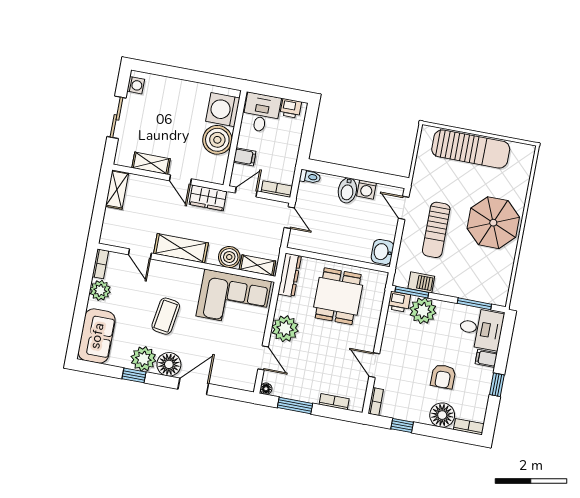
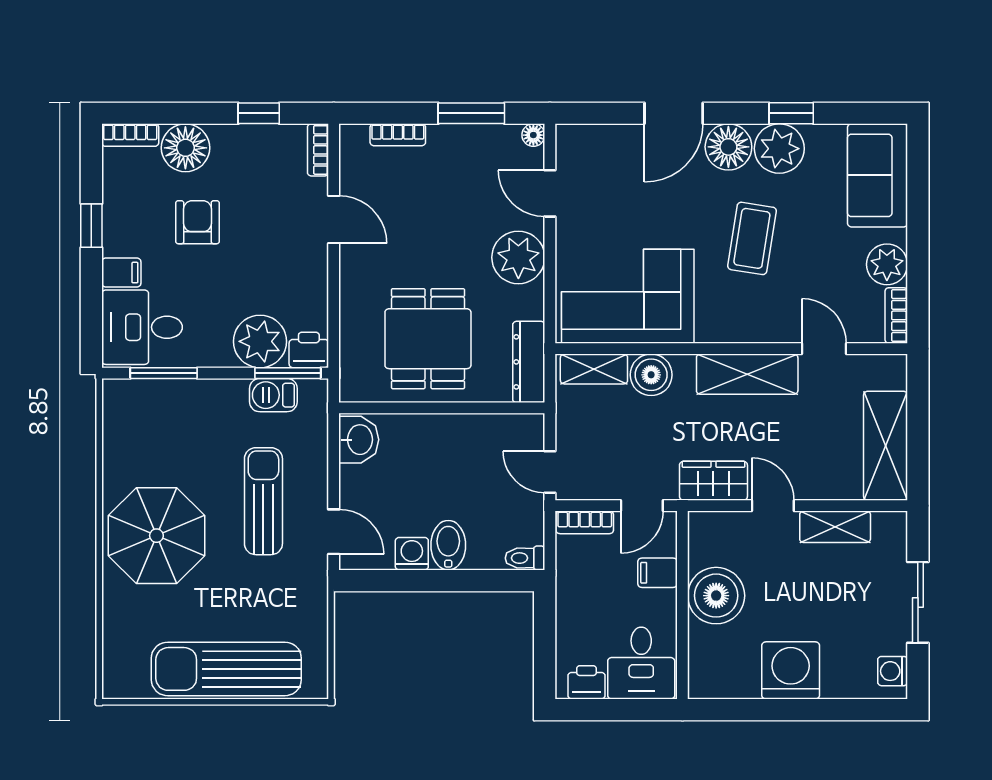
washing machine: (223, 110) -> (791, 670), moved, turned -90
shelving: (117, 190) -> (886, 446), width x1.50, depth x1.33

